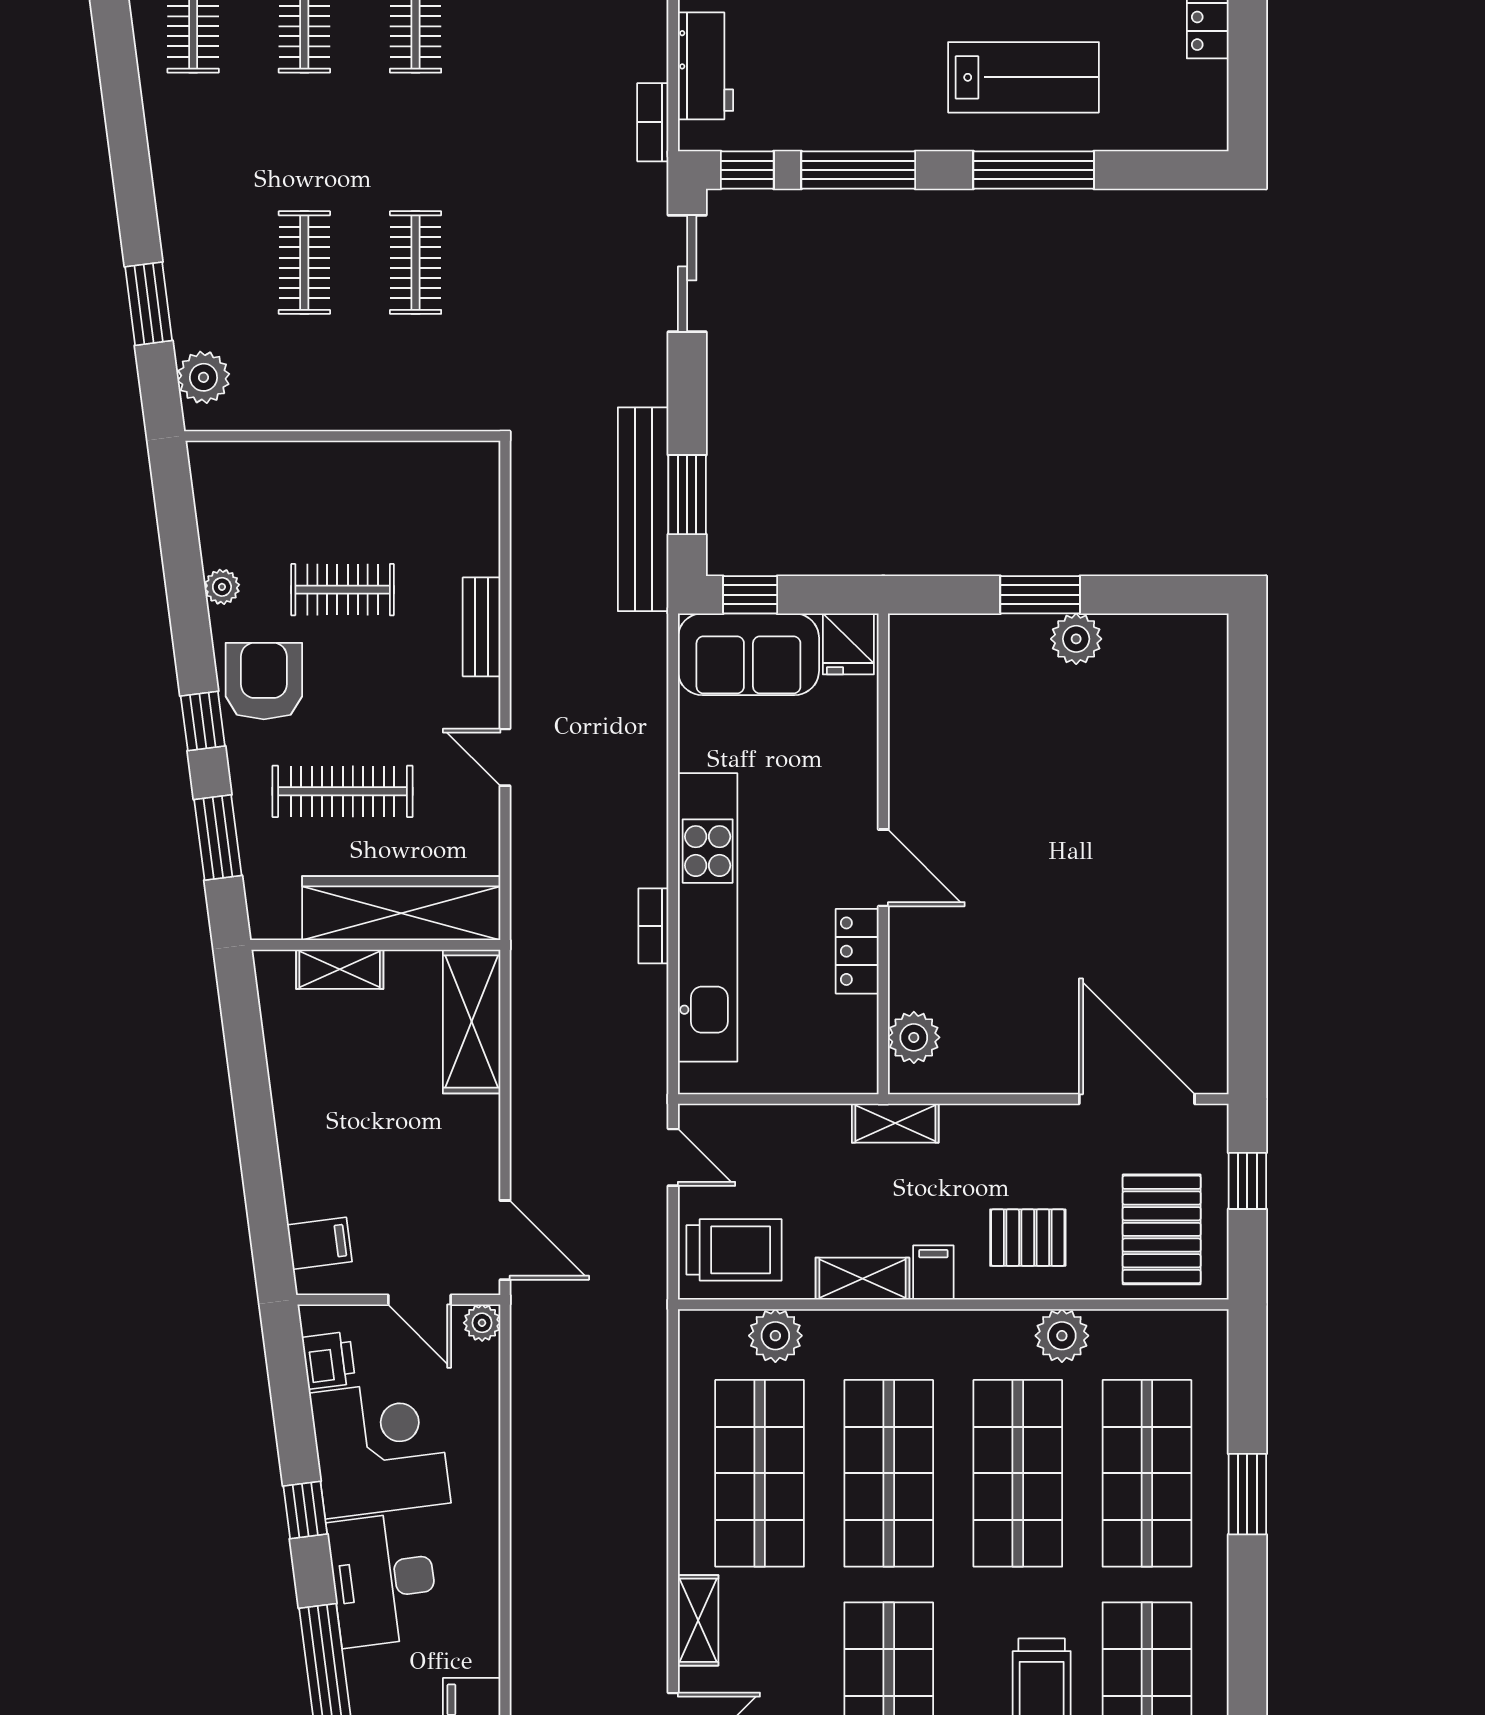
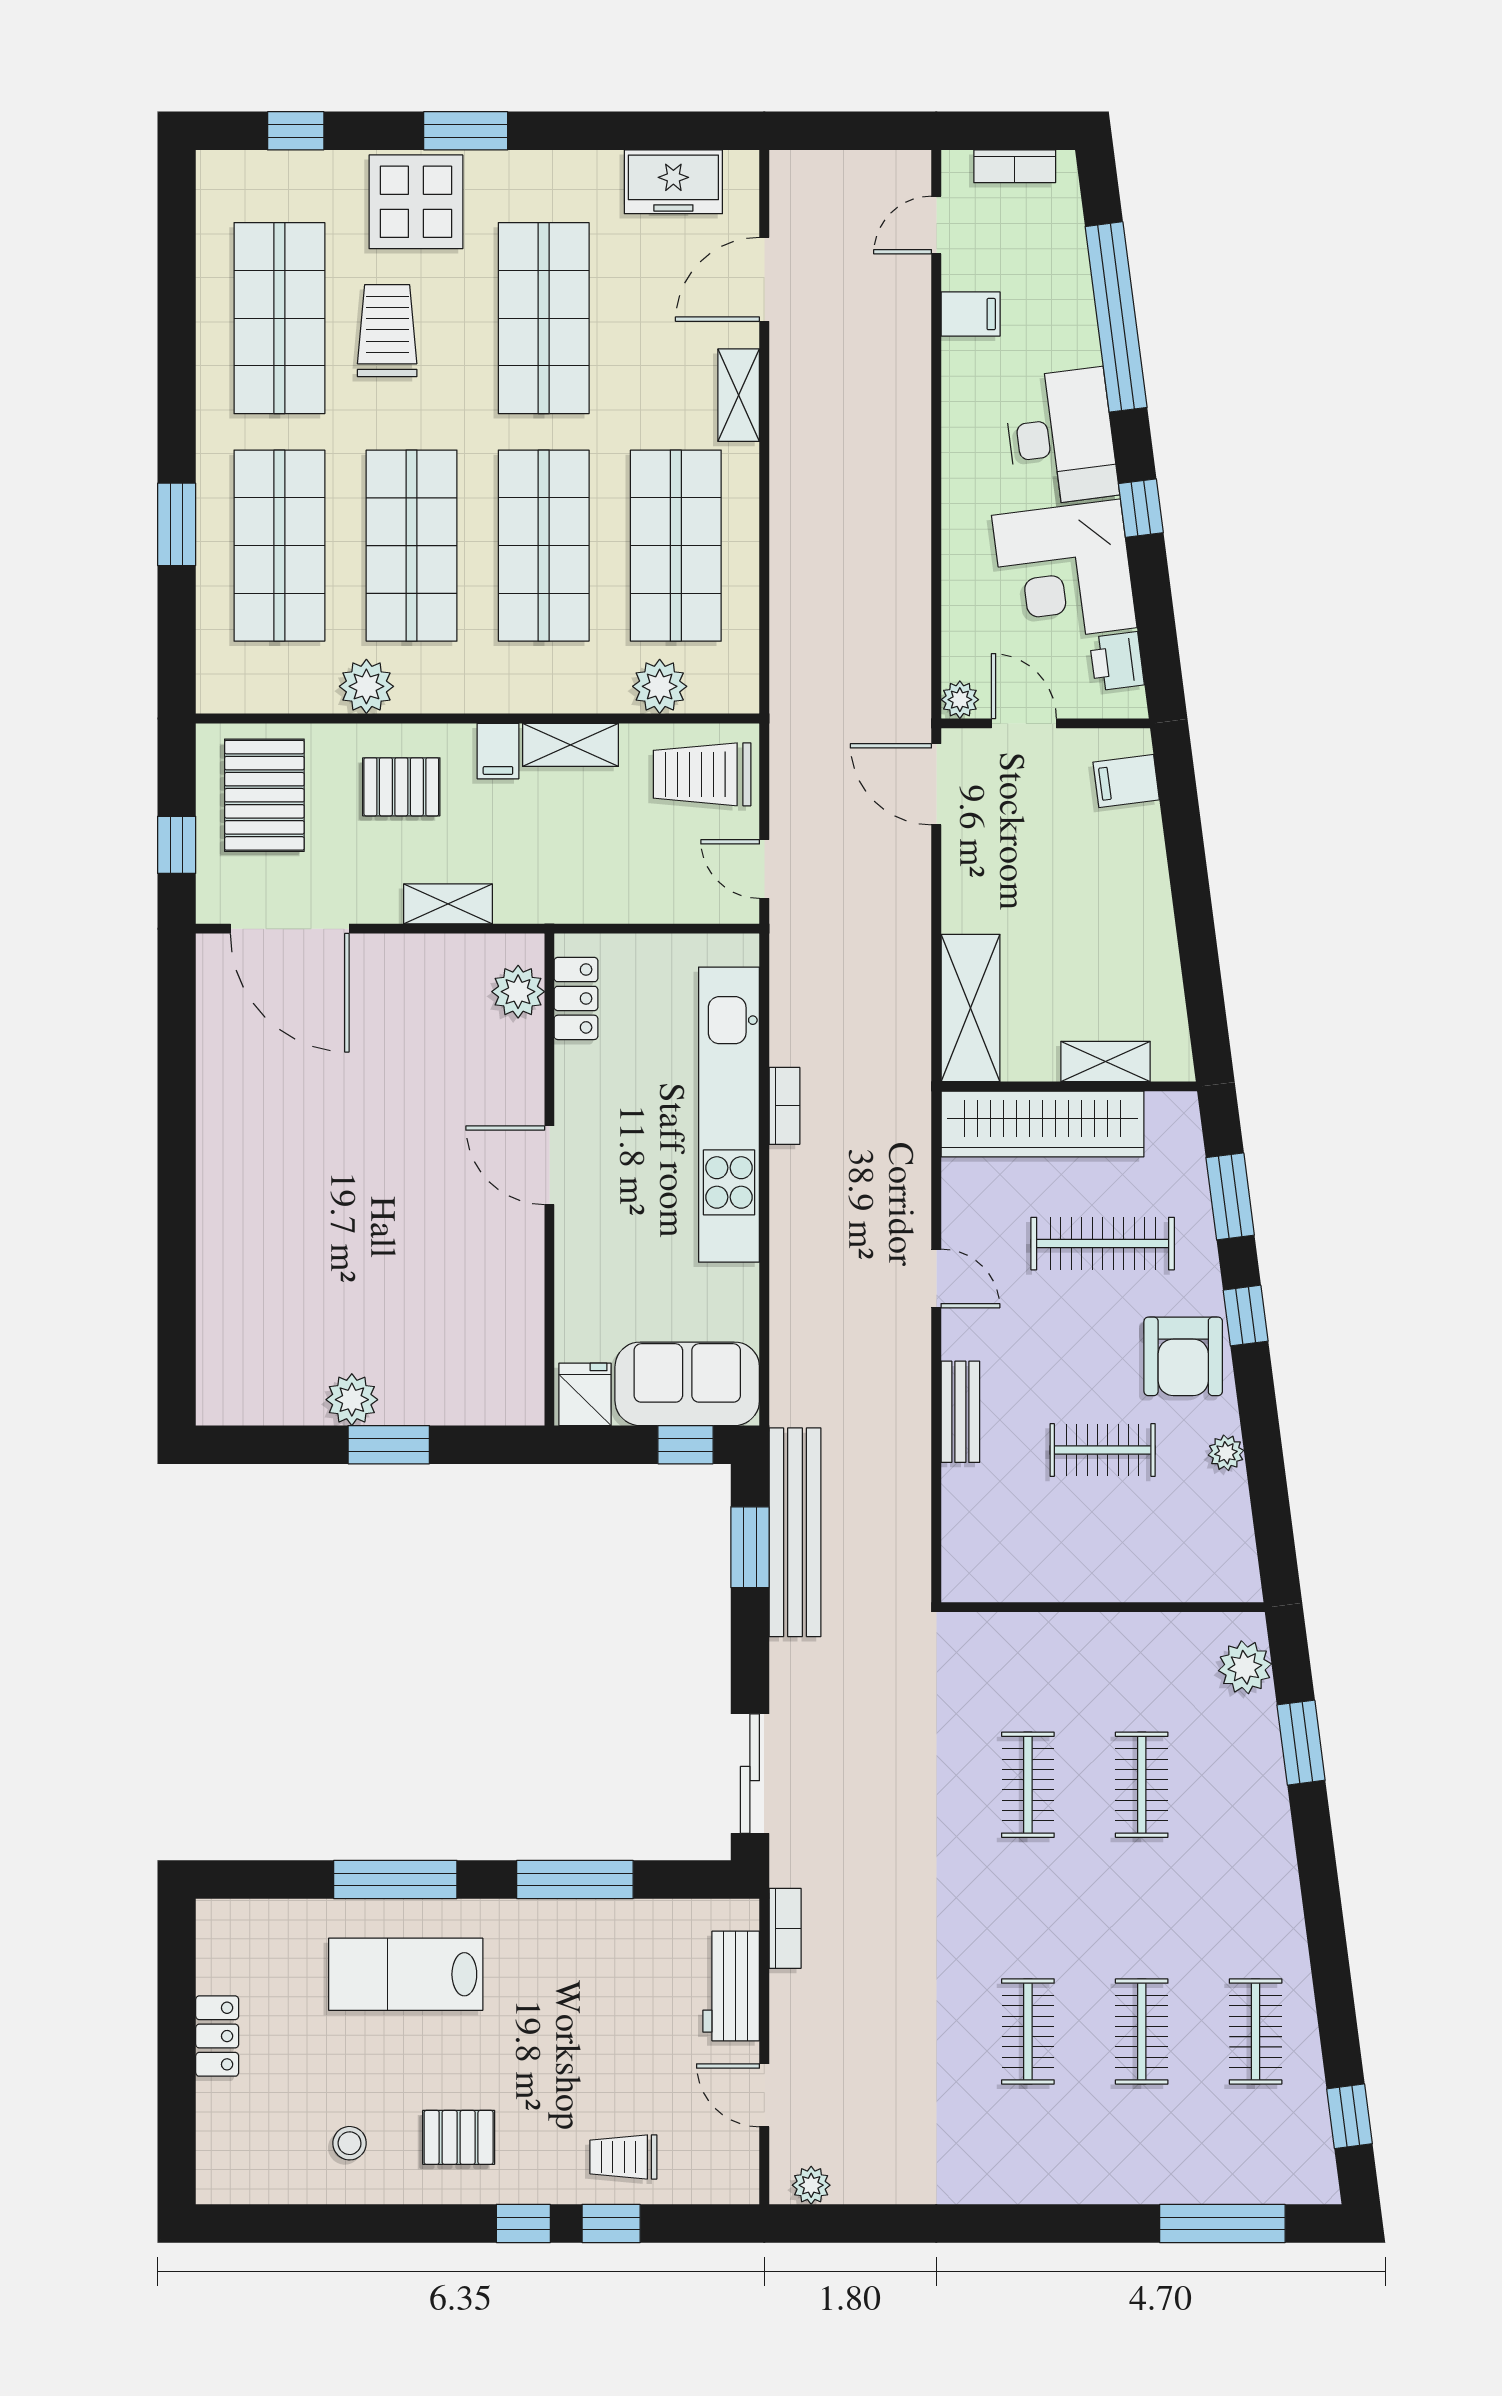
window: (747, 170) -> (688, 1879), removed
locker: (857, 951) -> (576, 998), moved
shelving: (895, 1123) -> (448, 904), moved

